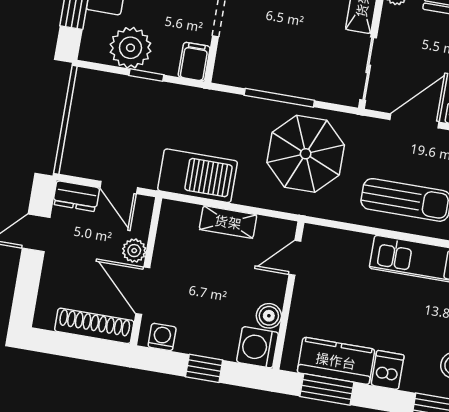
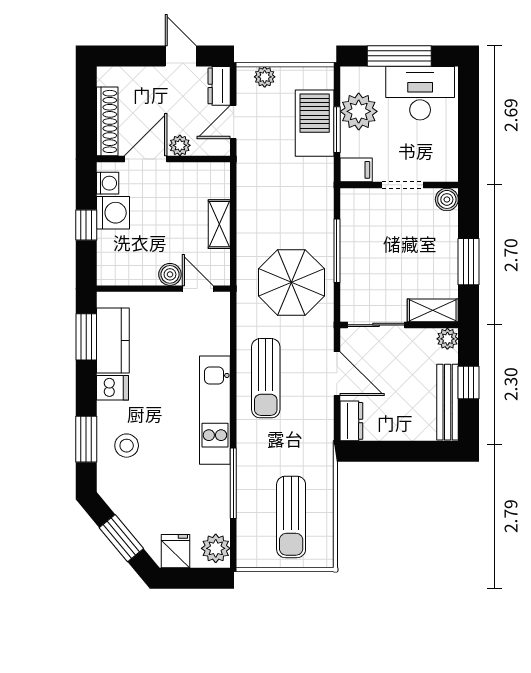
window: (146, 75) -> (337, 130), width x1.50
plant: (75, 145) -> (265, 77), added
barbecue: (198, 176) -> (315, 123), moved, turned 180
boiler: (269, 316) -> (170, 274), moved
washing machine: (258, 347) -> (113, 213), moved, turned 90

